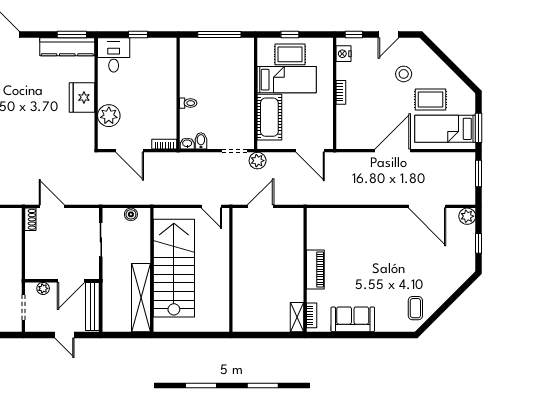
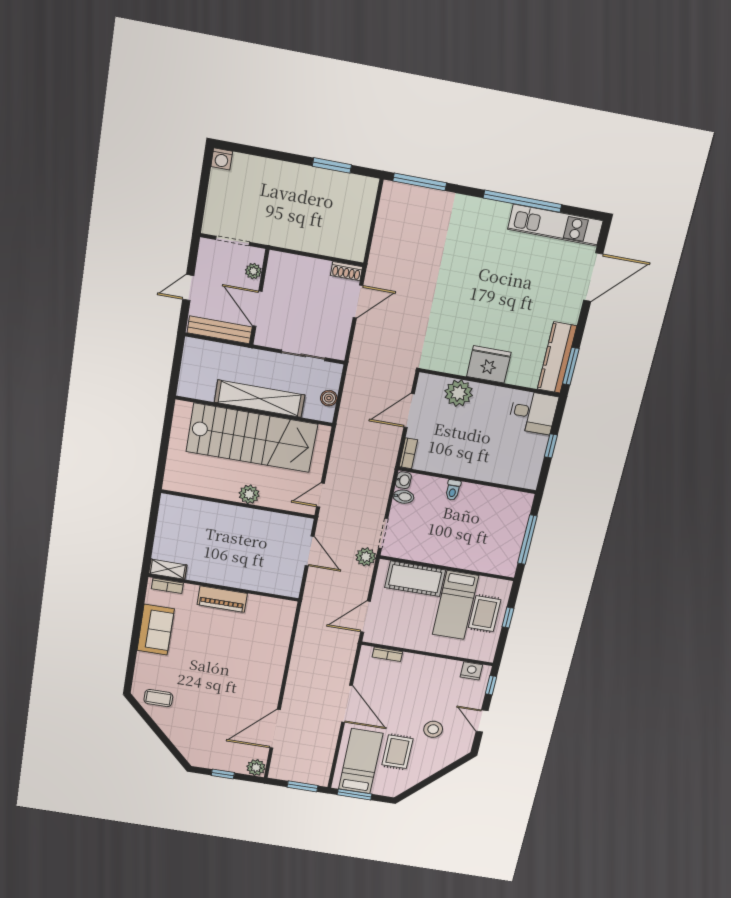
bookcase: (341, 92) -> (387, 654), moved
plant: (221, 262) -> (249, 494), added
shelving: (141, 298) -> (260, 399), moved

